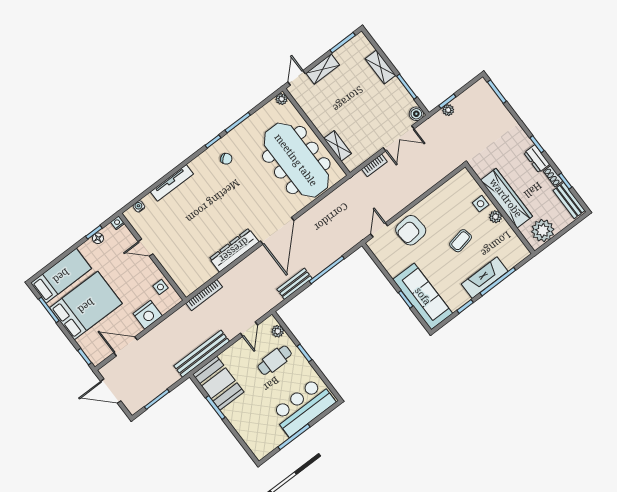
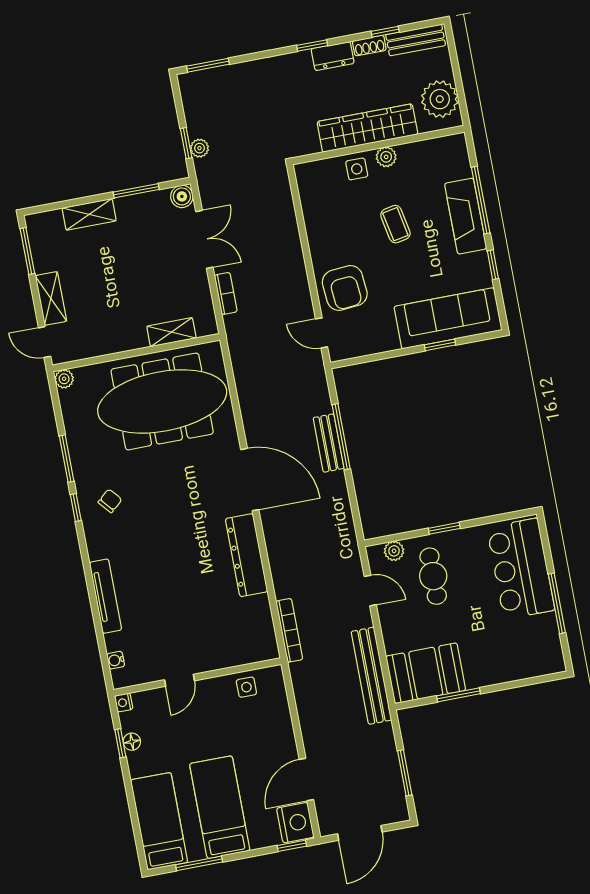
bench: (294, 284) -> (329, 443), moved
bed: (86, 306) -> (220, 807), width x0.67
nightstand: (148, 315) -> (295, 823), moved

